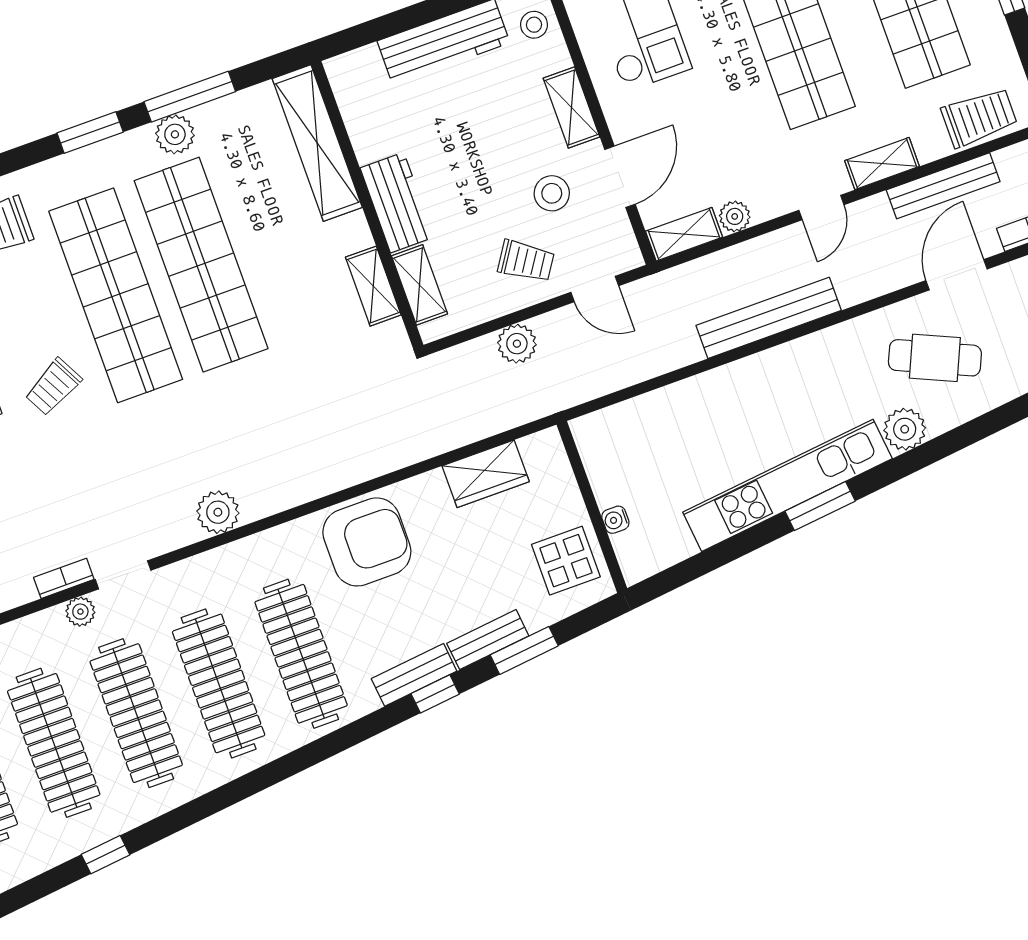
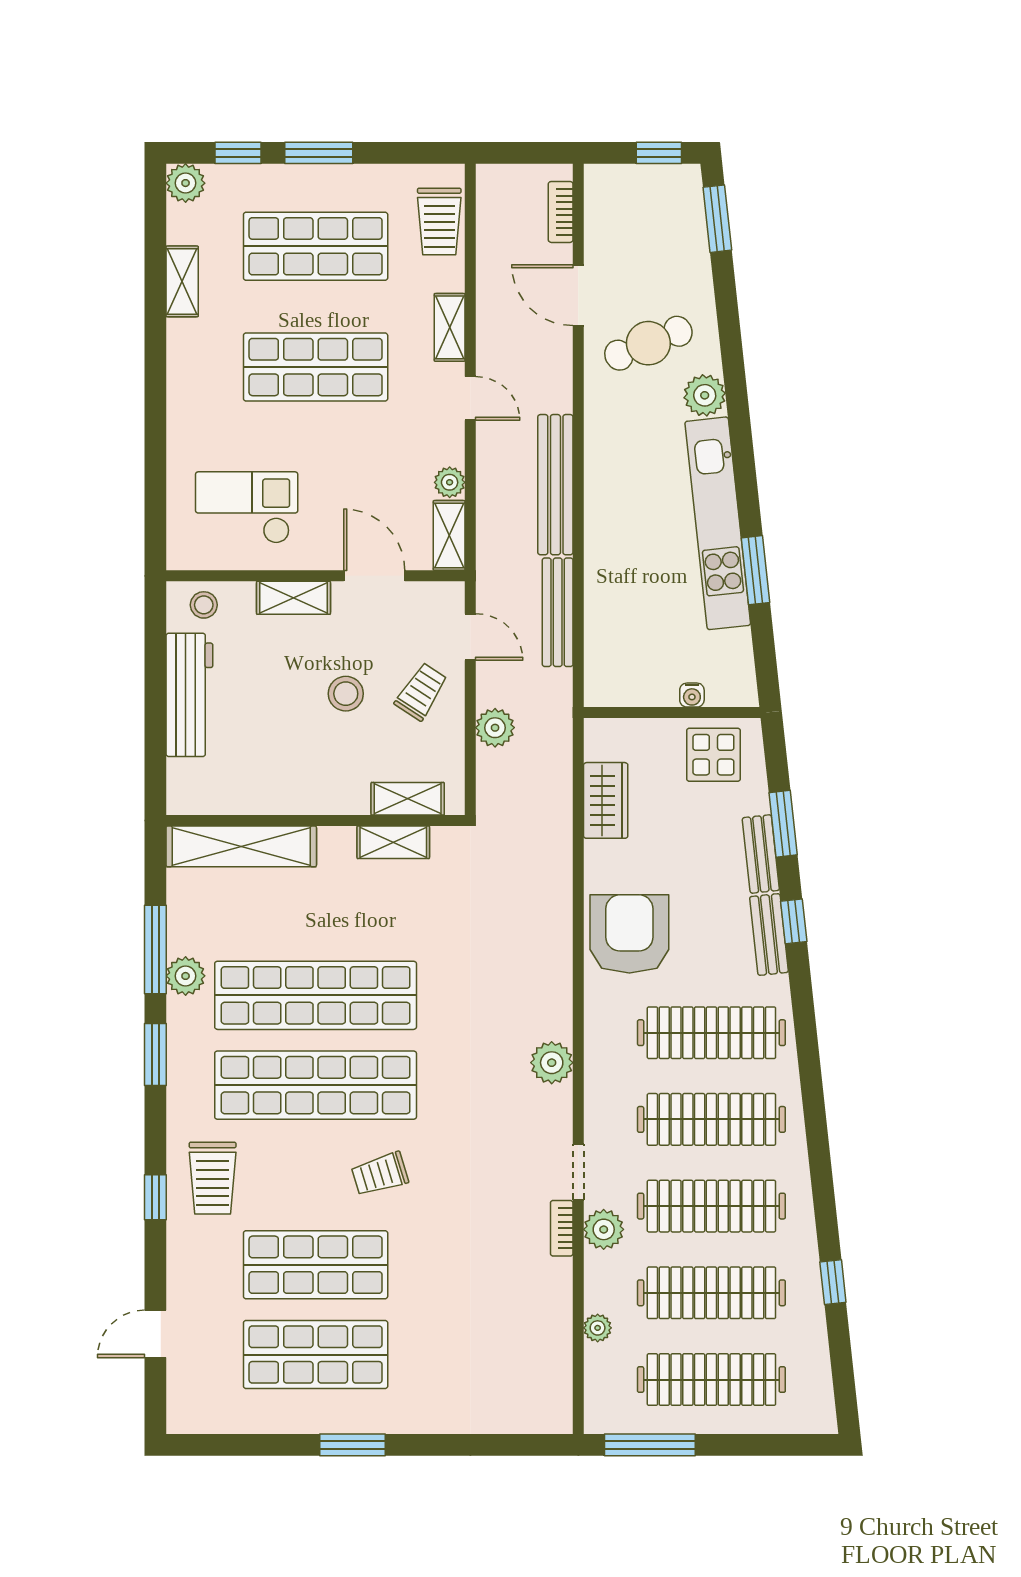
trolley: (979, 117) -> (439, 221), turned 180
bench: (943, 186) -> (558, 612), moved
stool: (552, 193) -> (346, 694), moved
workbench: (397, 203) -> (323, 792), removed
door: (595, 289) -> (470, 637), hinge flipped
cafe table: (935, 358) -> (648, 343), turned 44
trolley: (53, 387) -> (380, 1174), turned 101
window: (820, 506) -> (756, 570), moved
plant: (80, 612) -> (604, 1229), width x1.38, depth x1.38

